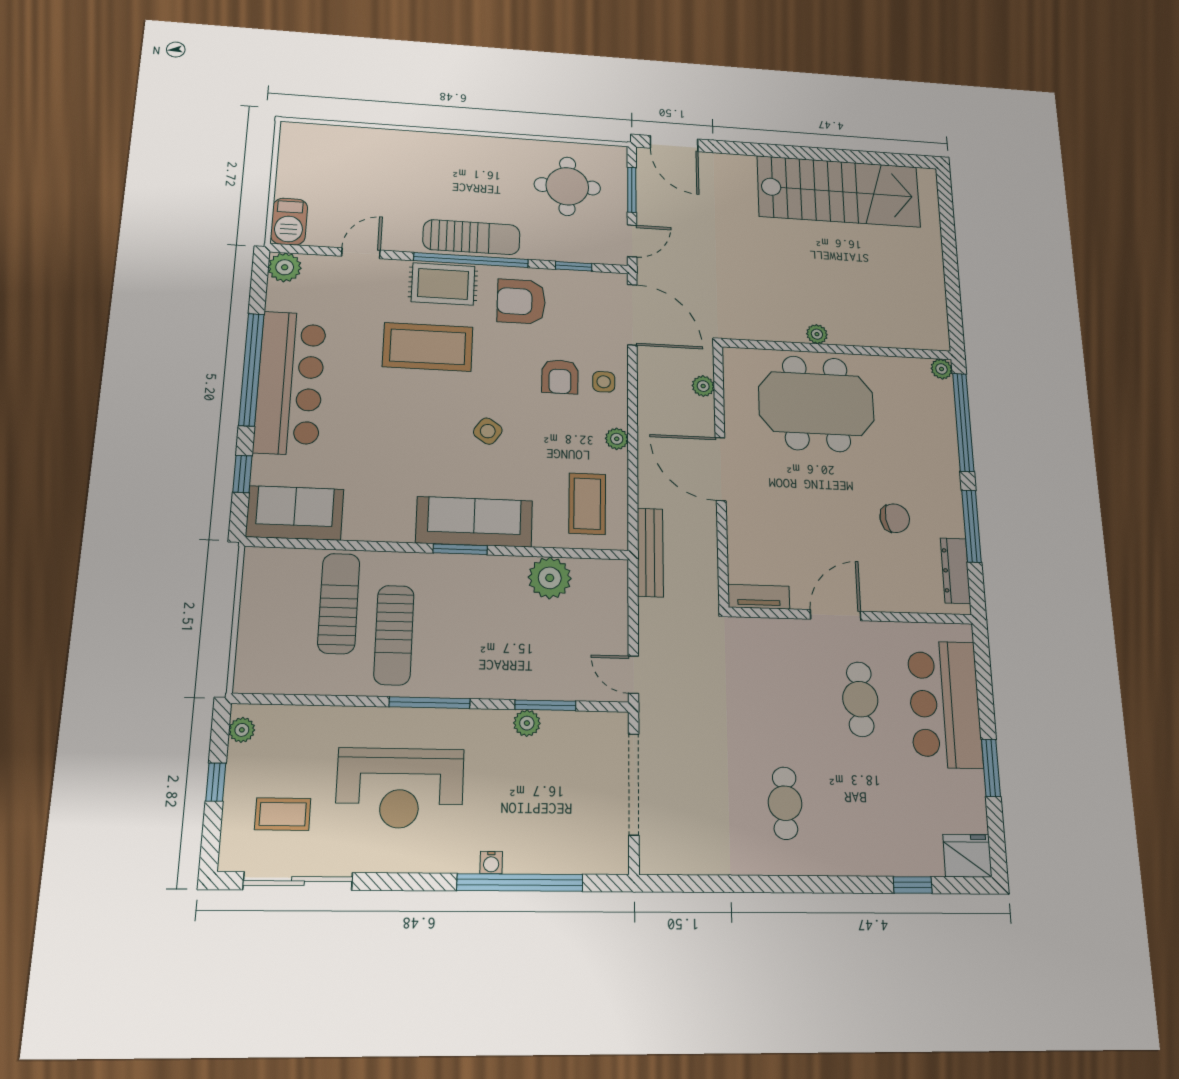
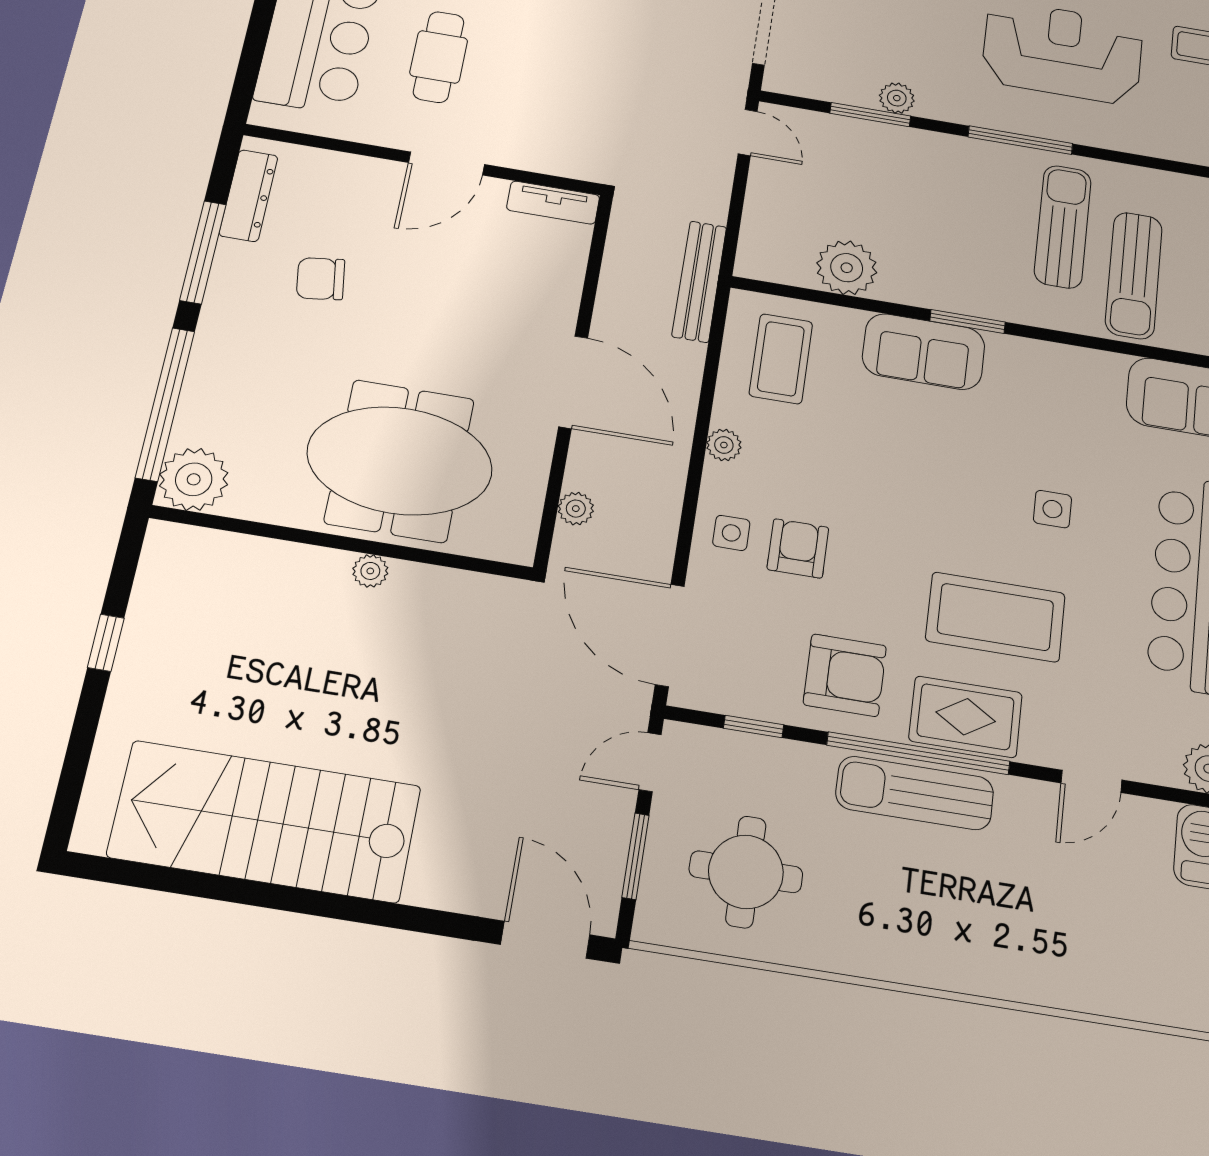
window: (952, 278) -> (106, 643), added
plant: (942, 369) -> (194, 479), width x1.87, depth x1.87
side table: (488, 431) -> (1052, 509), moved, turned -35
sofa: (474, 522) -> (924, 352), width x0.73

